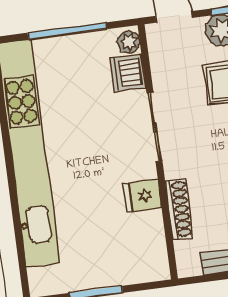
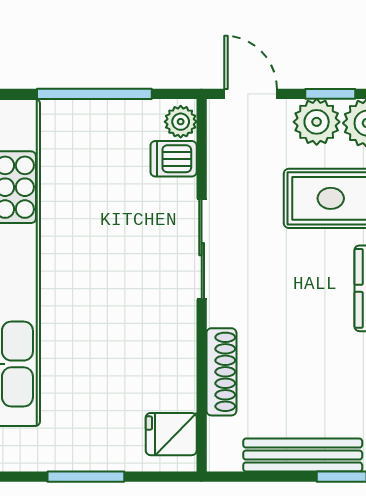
dishwasher: (128, 73) -> (174, 159), width x0.73
fridge: (142, 196) -> (171, 434), moved

